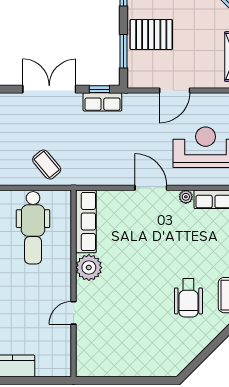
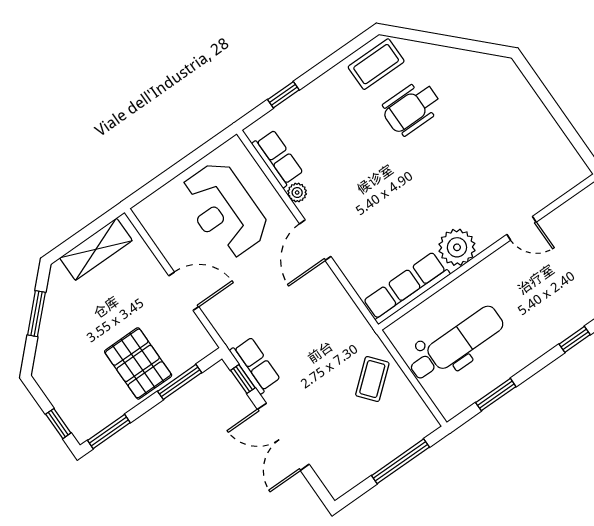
wheelchair: (188, 298) -> (412, 108), turned 180

